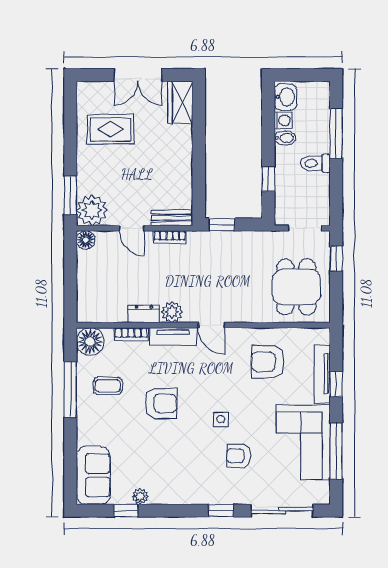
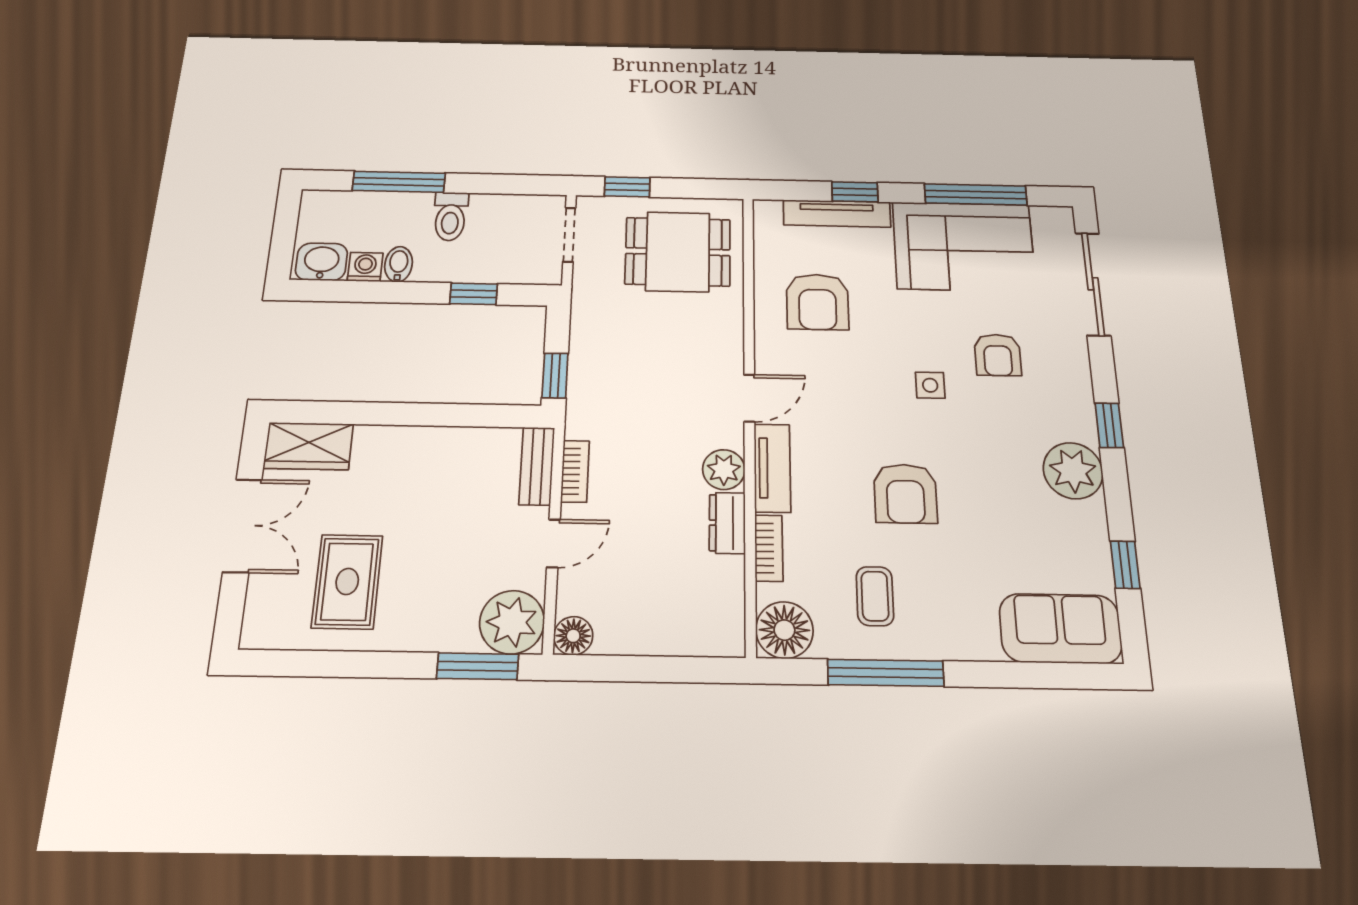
armchair: (161, 403) -> (905, 494), turned 180
plant: (140, 496) -> (1073, 471), moved, width x1.88, depth x1.88
window: (221, 511) -> (1109, 425), moved

